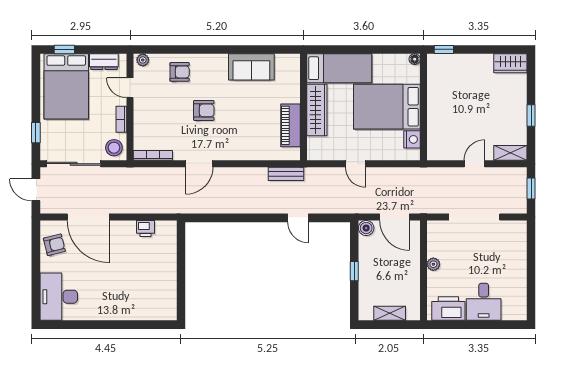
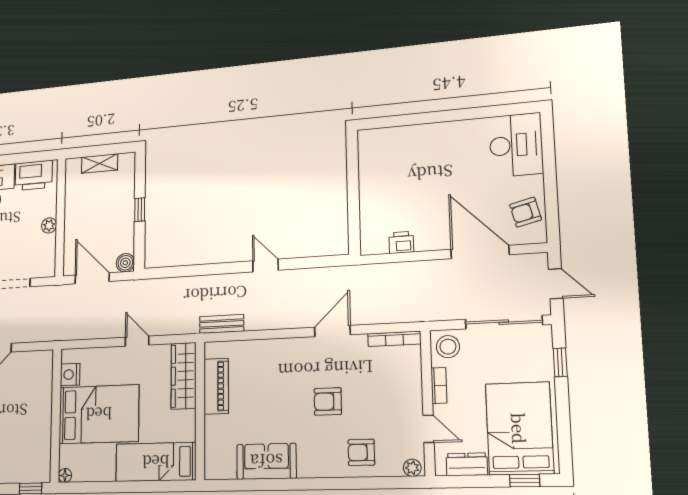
wardrobe: (317, 110) -> (184, 376), moved
door: (298, 218) -> (265, 266), moved

